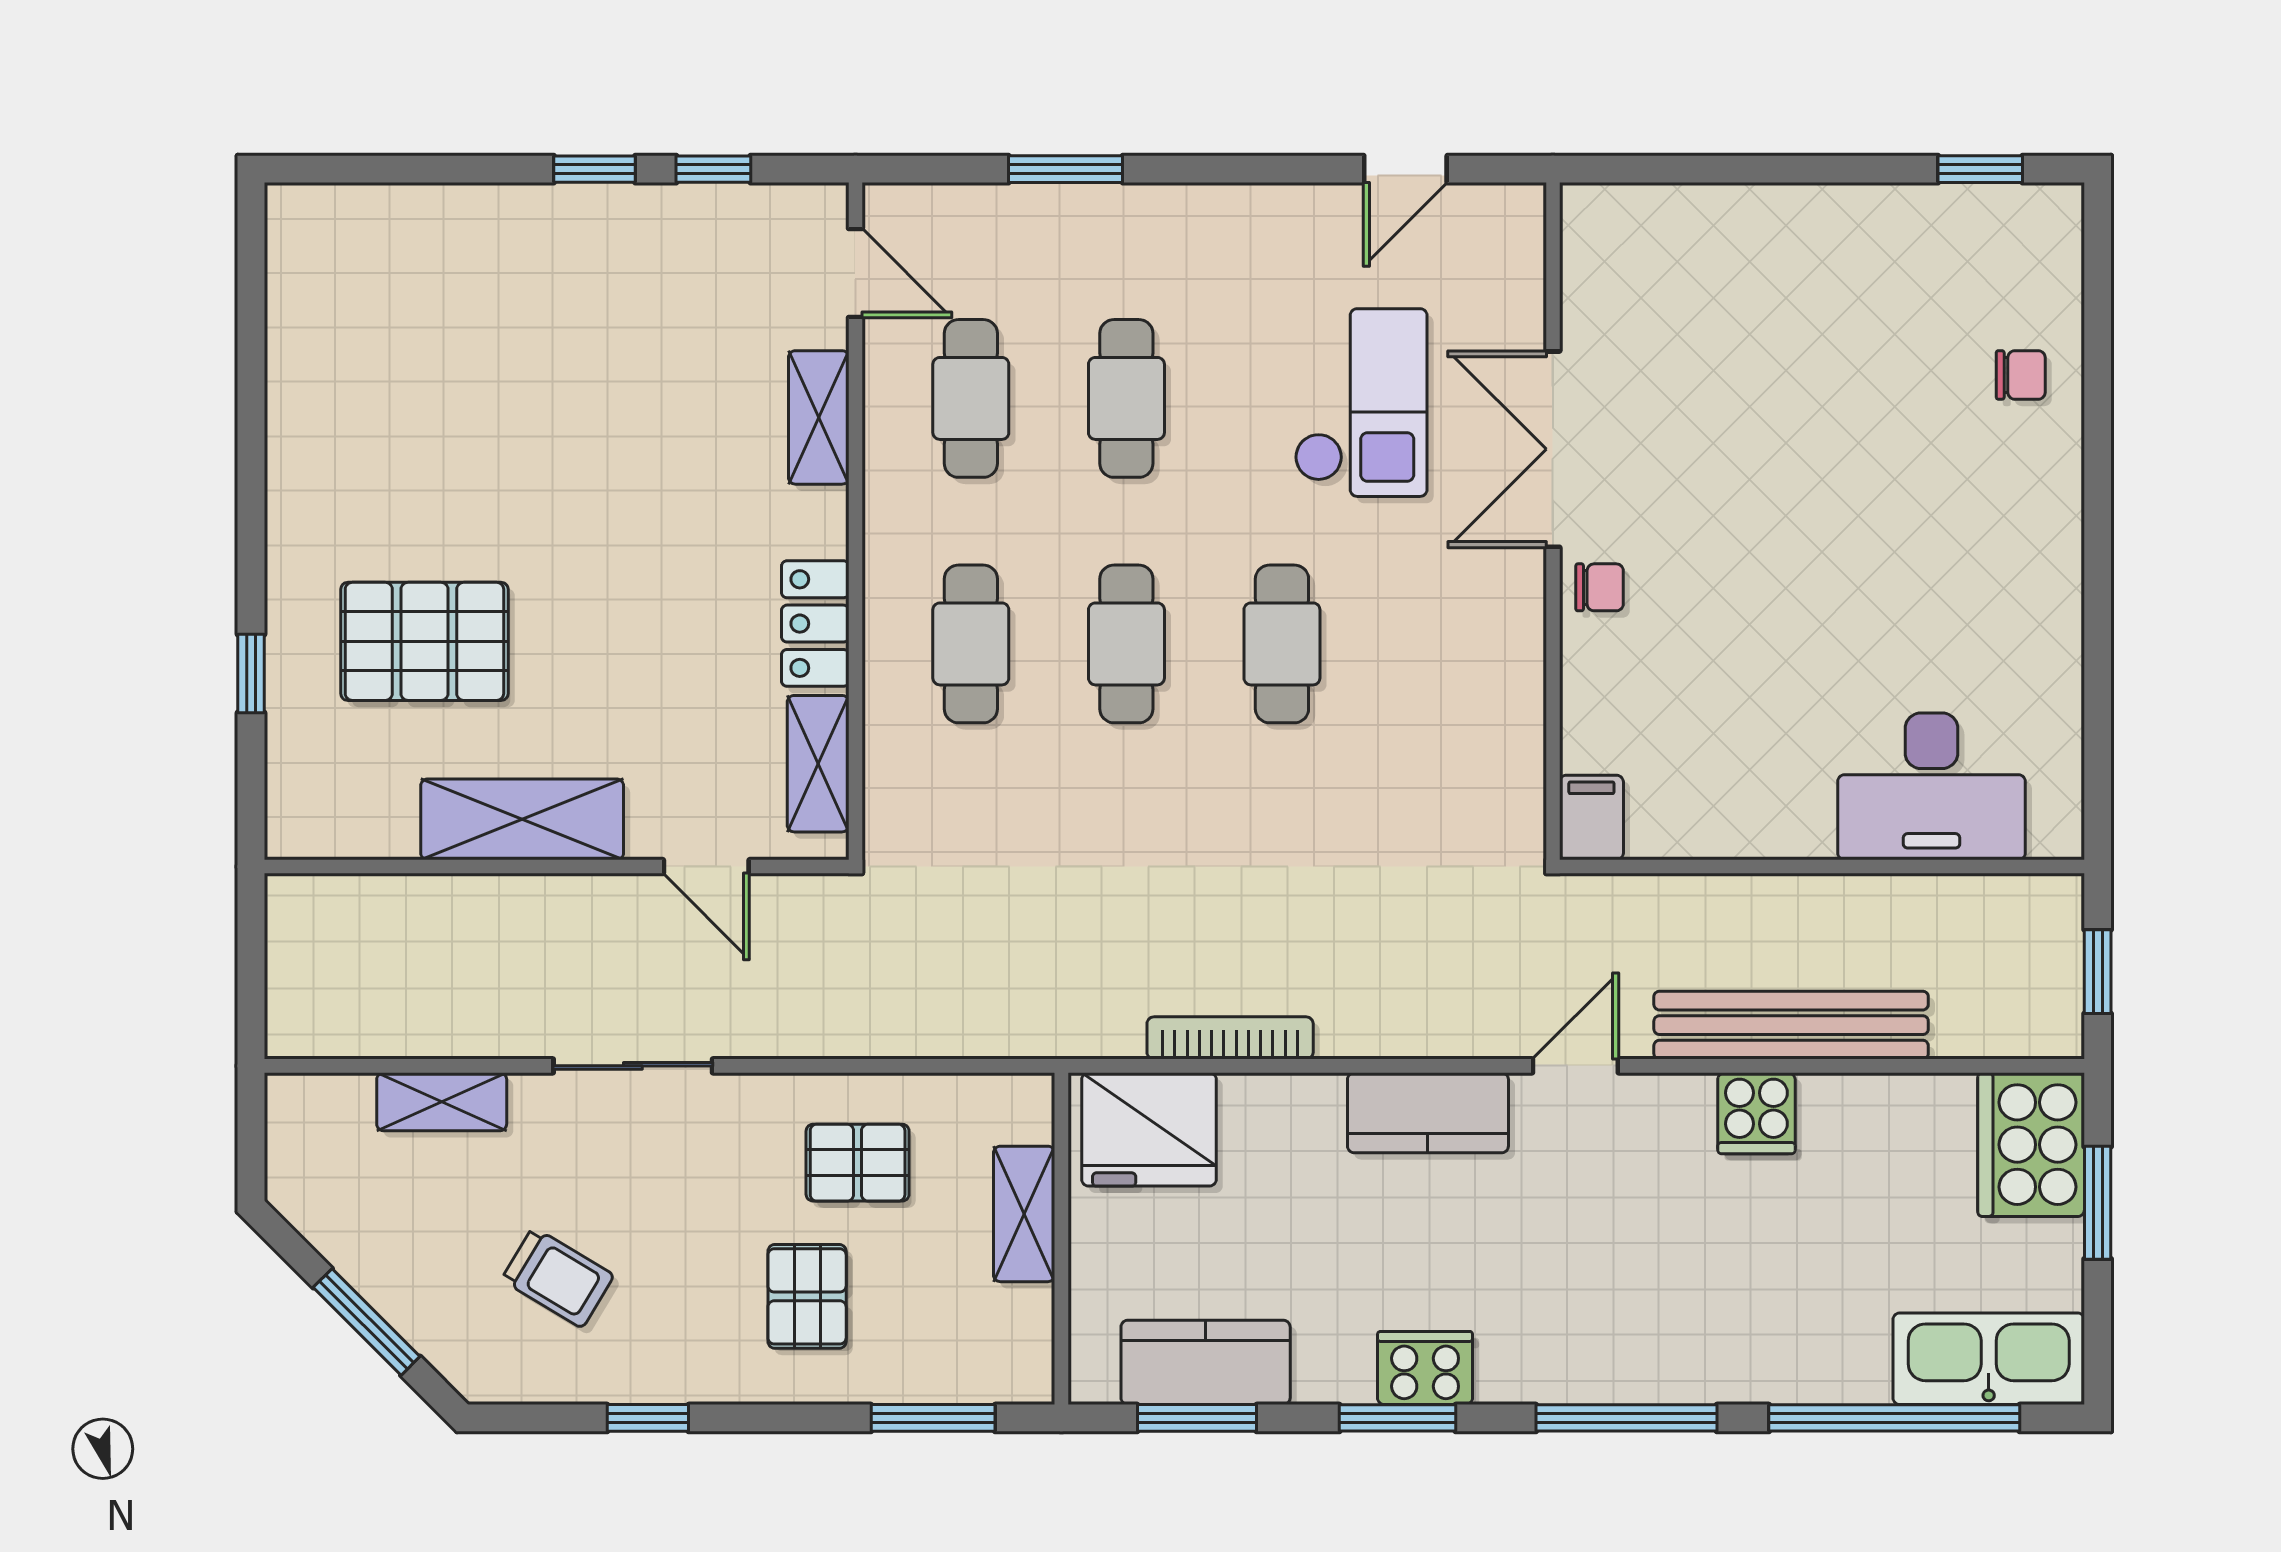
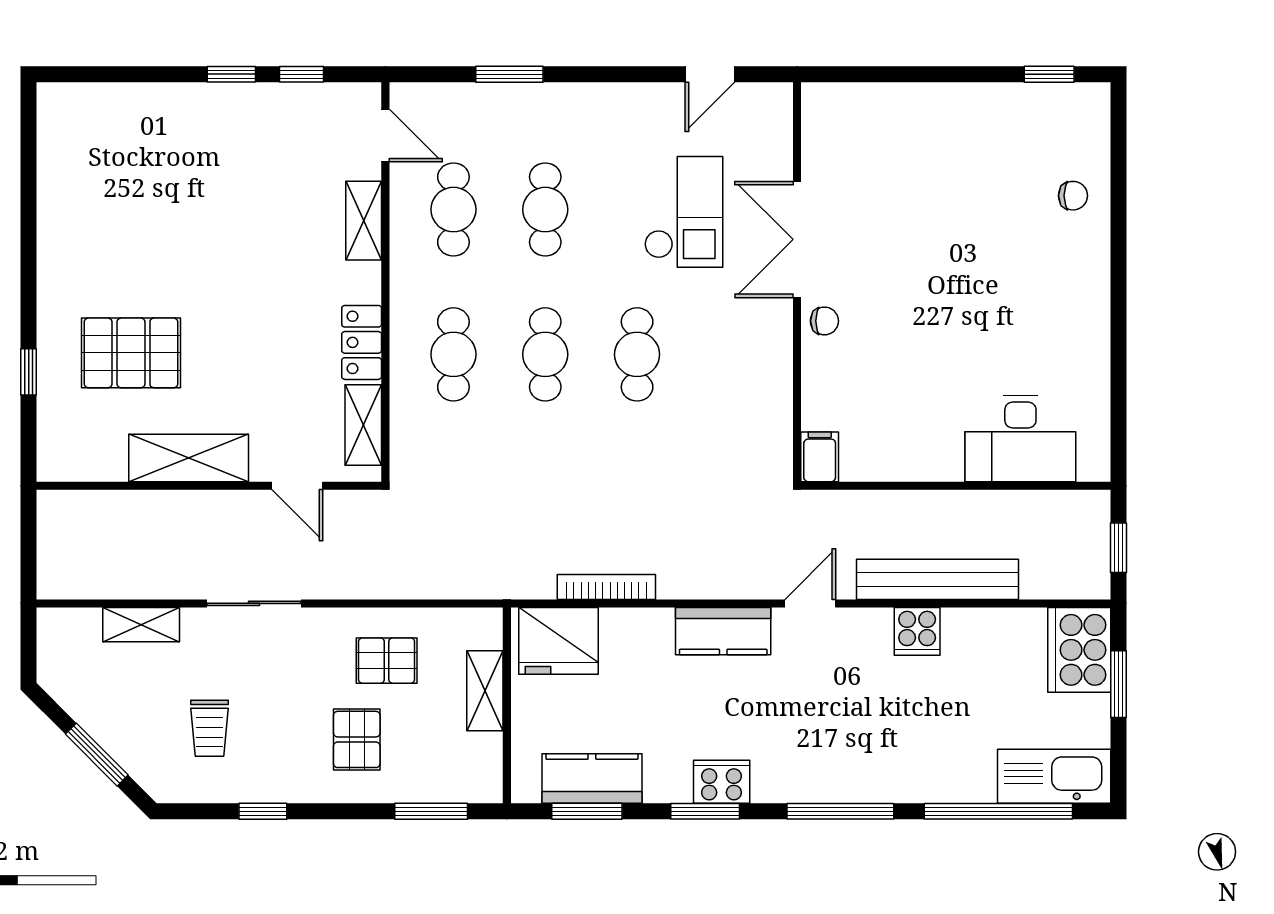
trolley: (558, 1278) -> (210, 728), turned 59

